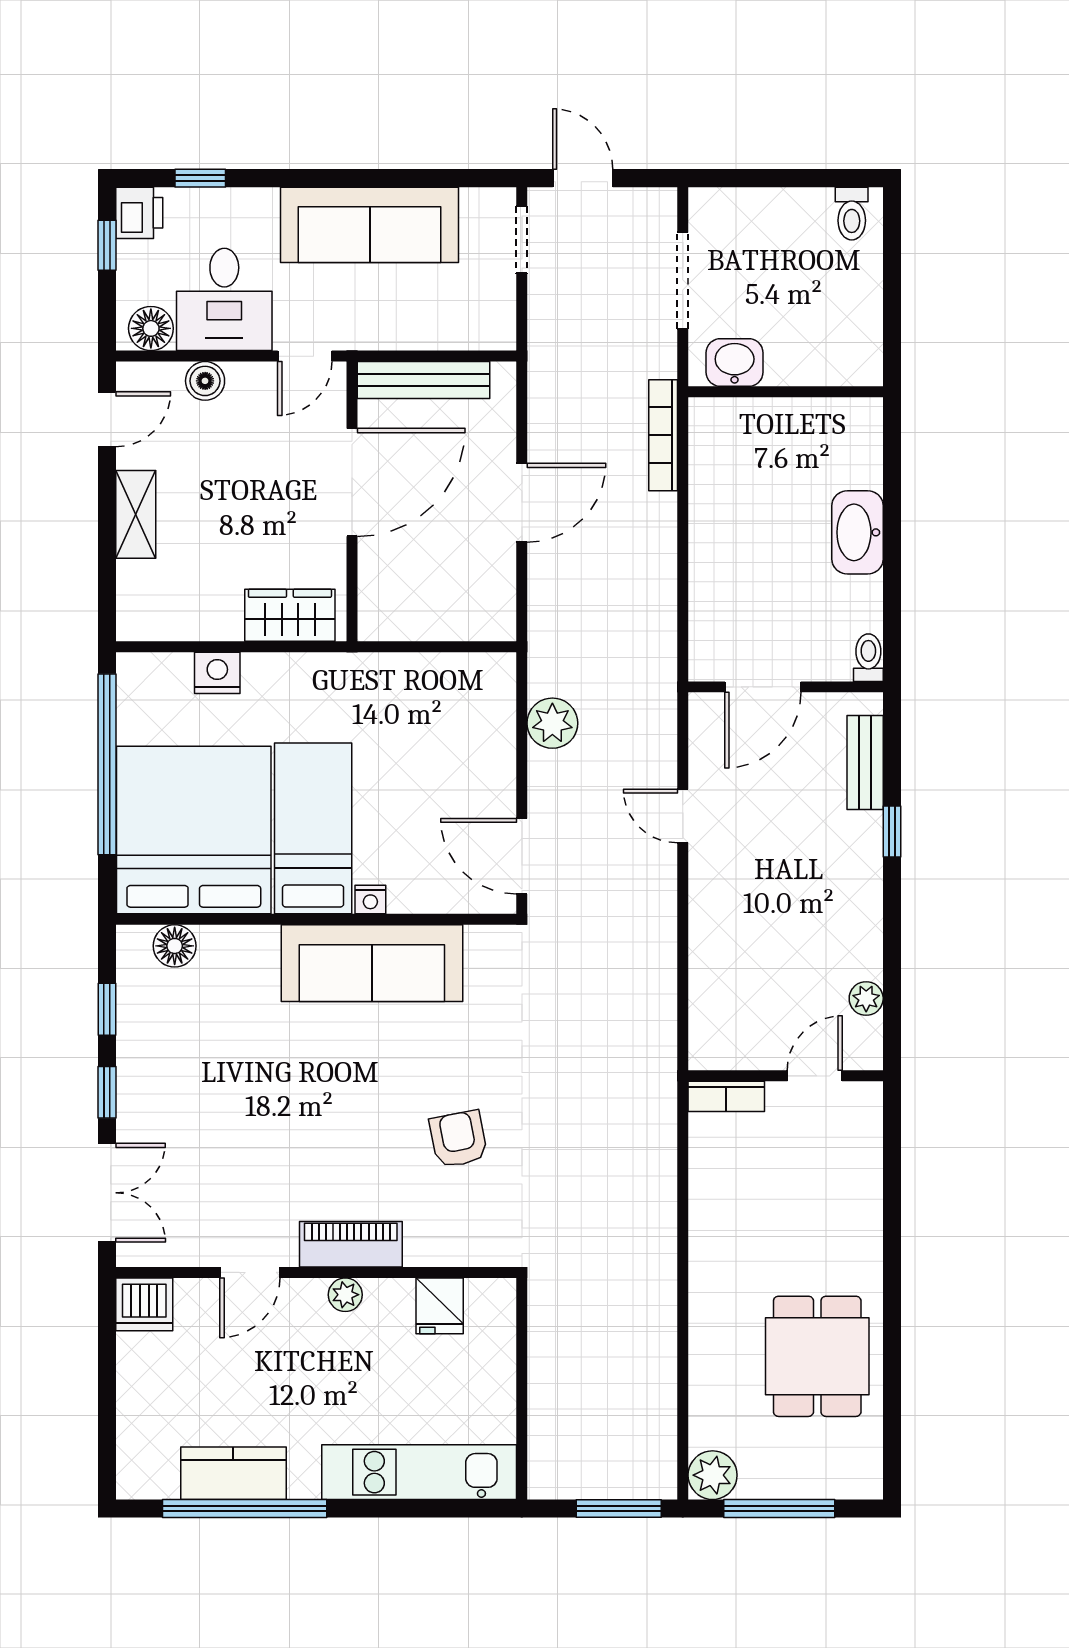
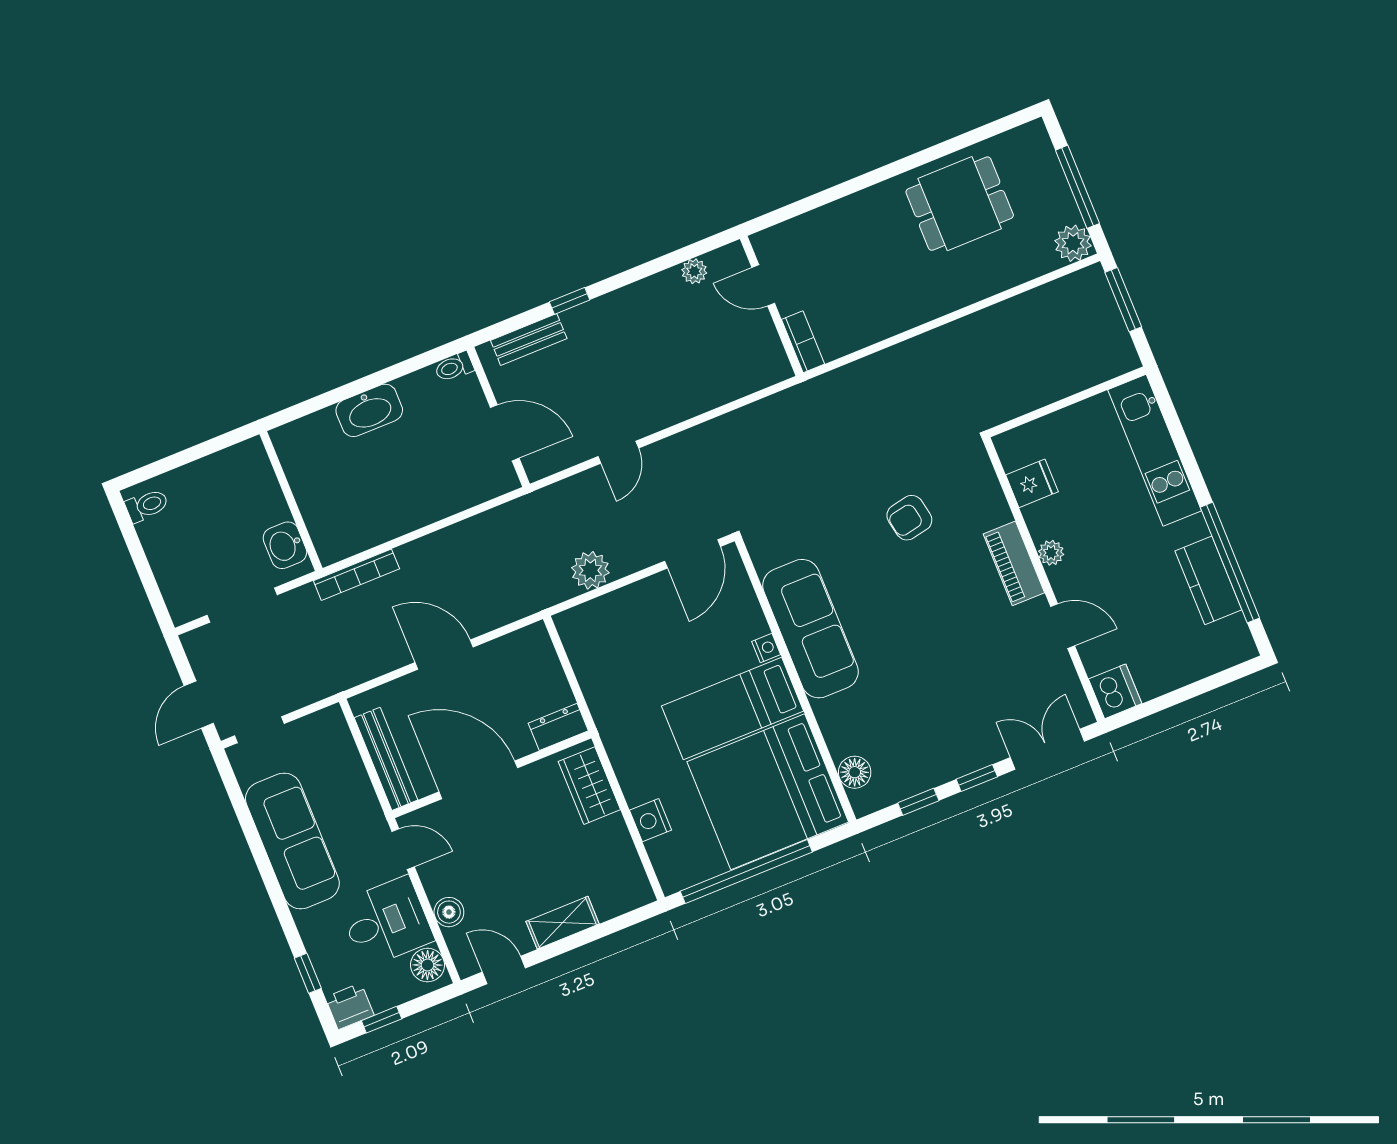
dresser: (377, 606) -> (558, 727), added

